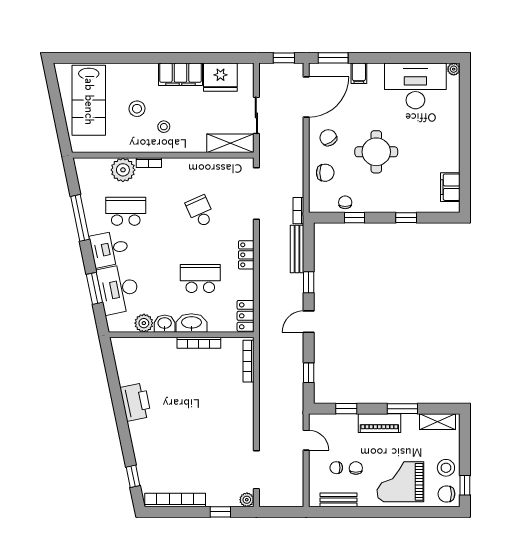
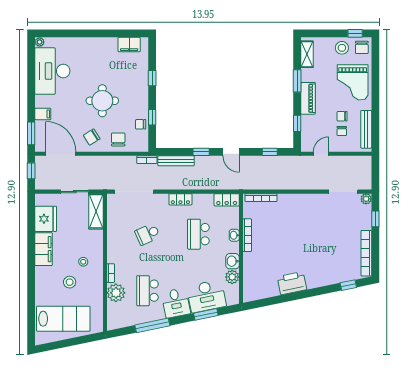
washbasin: (191, 323) -> (234, 235), width x0.52, depth x0.69
bench: (339, 500) -> (366, 129), width x1.36

